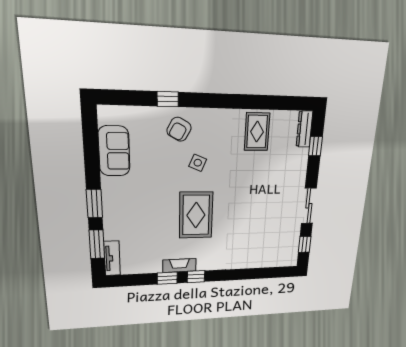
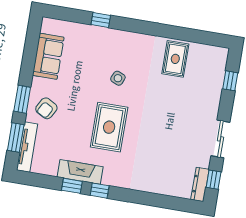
armchair: (179, 129) -> (46, 108), moved
dresser: (304, 129) -> (200, 184), moved
tv unit: (112, 258) -> (27, 147), width x1.41
fireplace: (179, 265) -> (80, 172), width x1.37, depth x1.32

